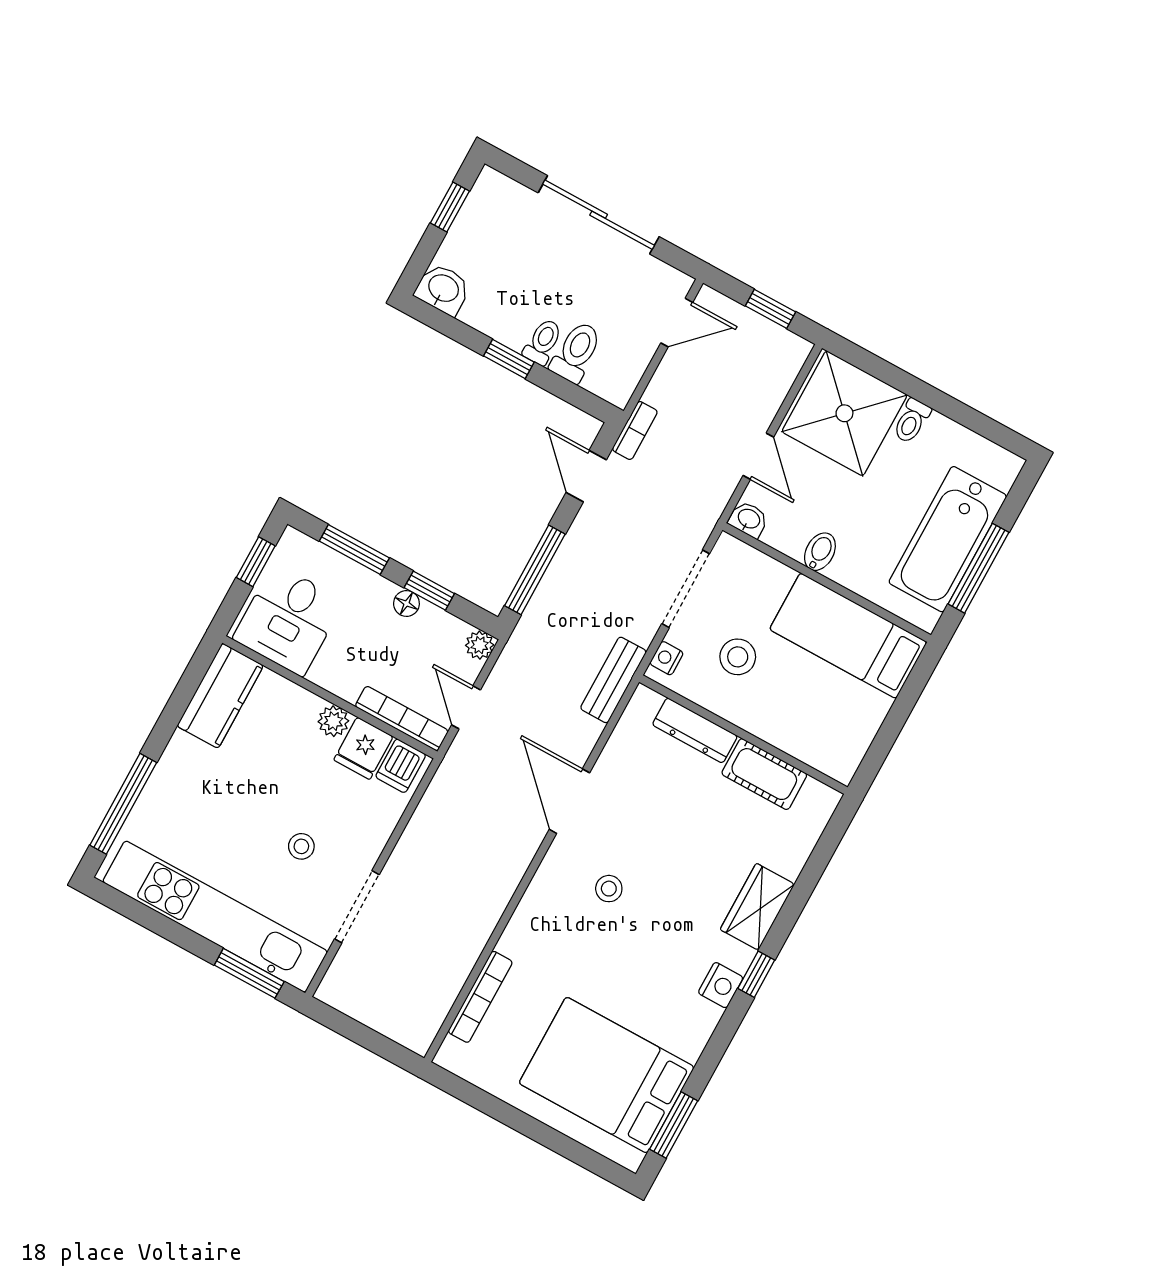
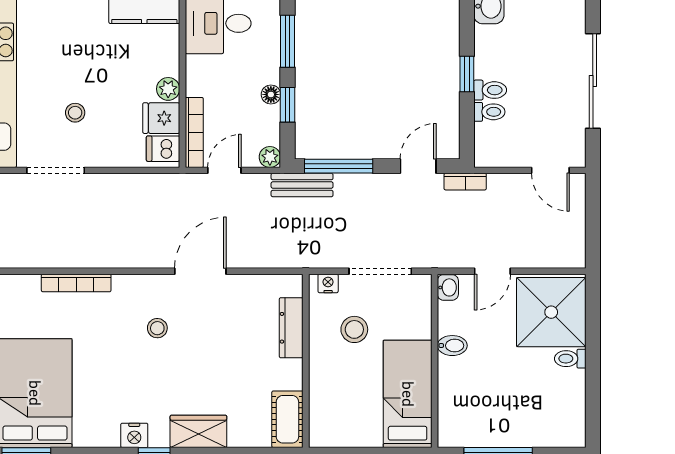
window: (770, 309) -> (593, 227), removed
toilet: (576, 352) -> (489, 112), width x0.73, depth x0.72
bathtub: (948, 539) -> (506, 424), removed
bench: (613, 680) -> (302, 185), moved
cot: (764, 774) -> (287, 419), moved
bookcase: (480, 997) -> (76, 283), moved

